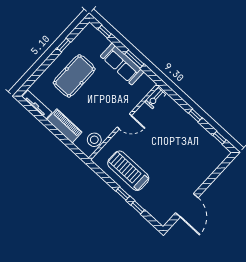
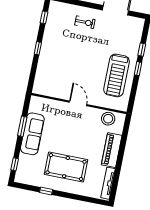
exercise bike: (155, 98) -> (85, 22), moved

